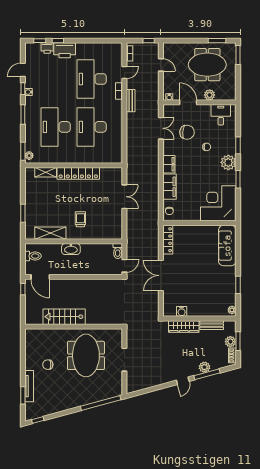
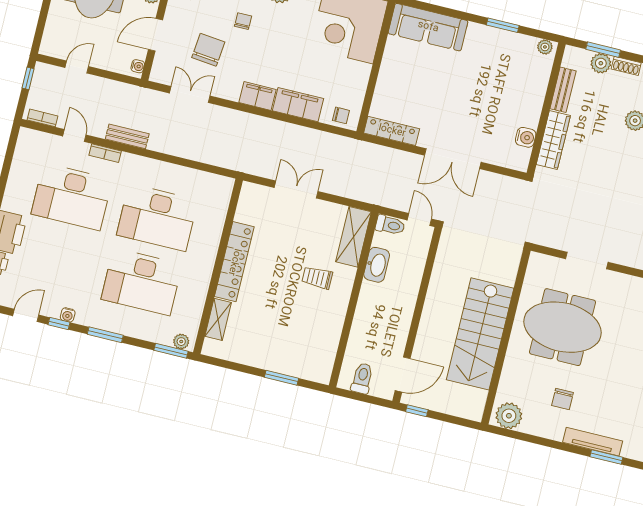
door: (23, 70) -> (26, 315), swing flipped
shelving: (50, 233) -> (353, 237), moved
washbasin: (71, 249) -> (377, 265), moved
stairs: (64, 317) -> (480, 334), width x1.36, depth x1.51
plant: (32, 338) -> (509, 416), added

